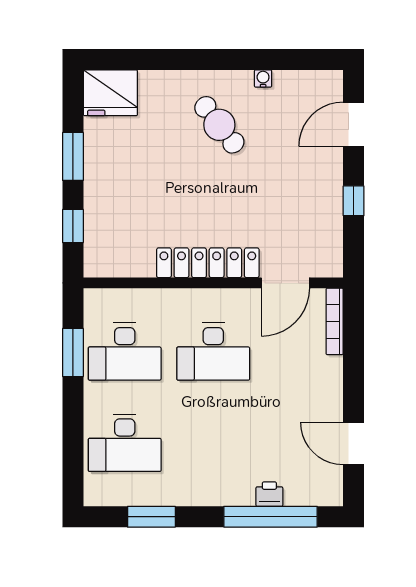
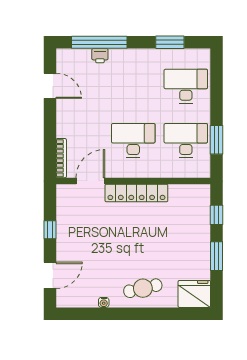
cafe table: (219, 125) -> (143, 288), moved, turned -65

